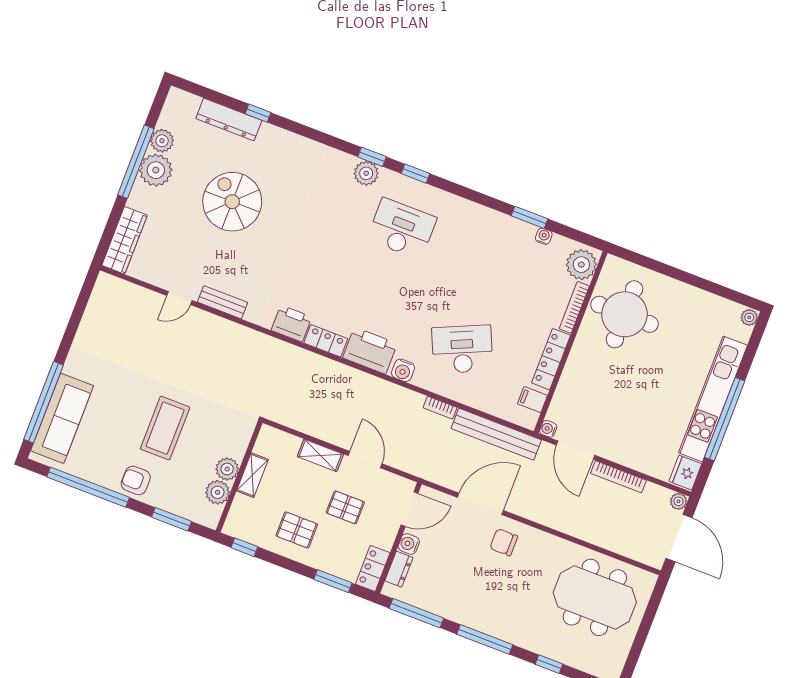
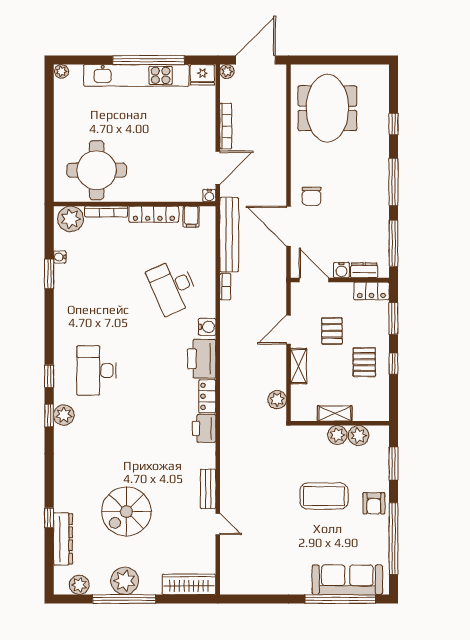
plant: (162, 141) -> (79, 585), moved
plant: (292, 417) -> (277, 400), added
window: (244, 547) -> (393, 364), moved

